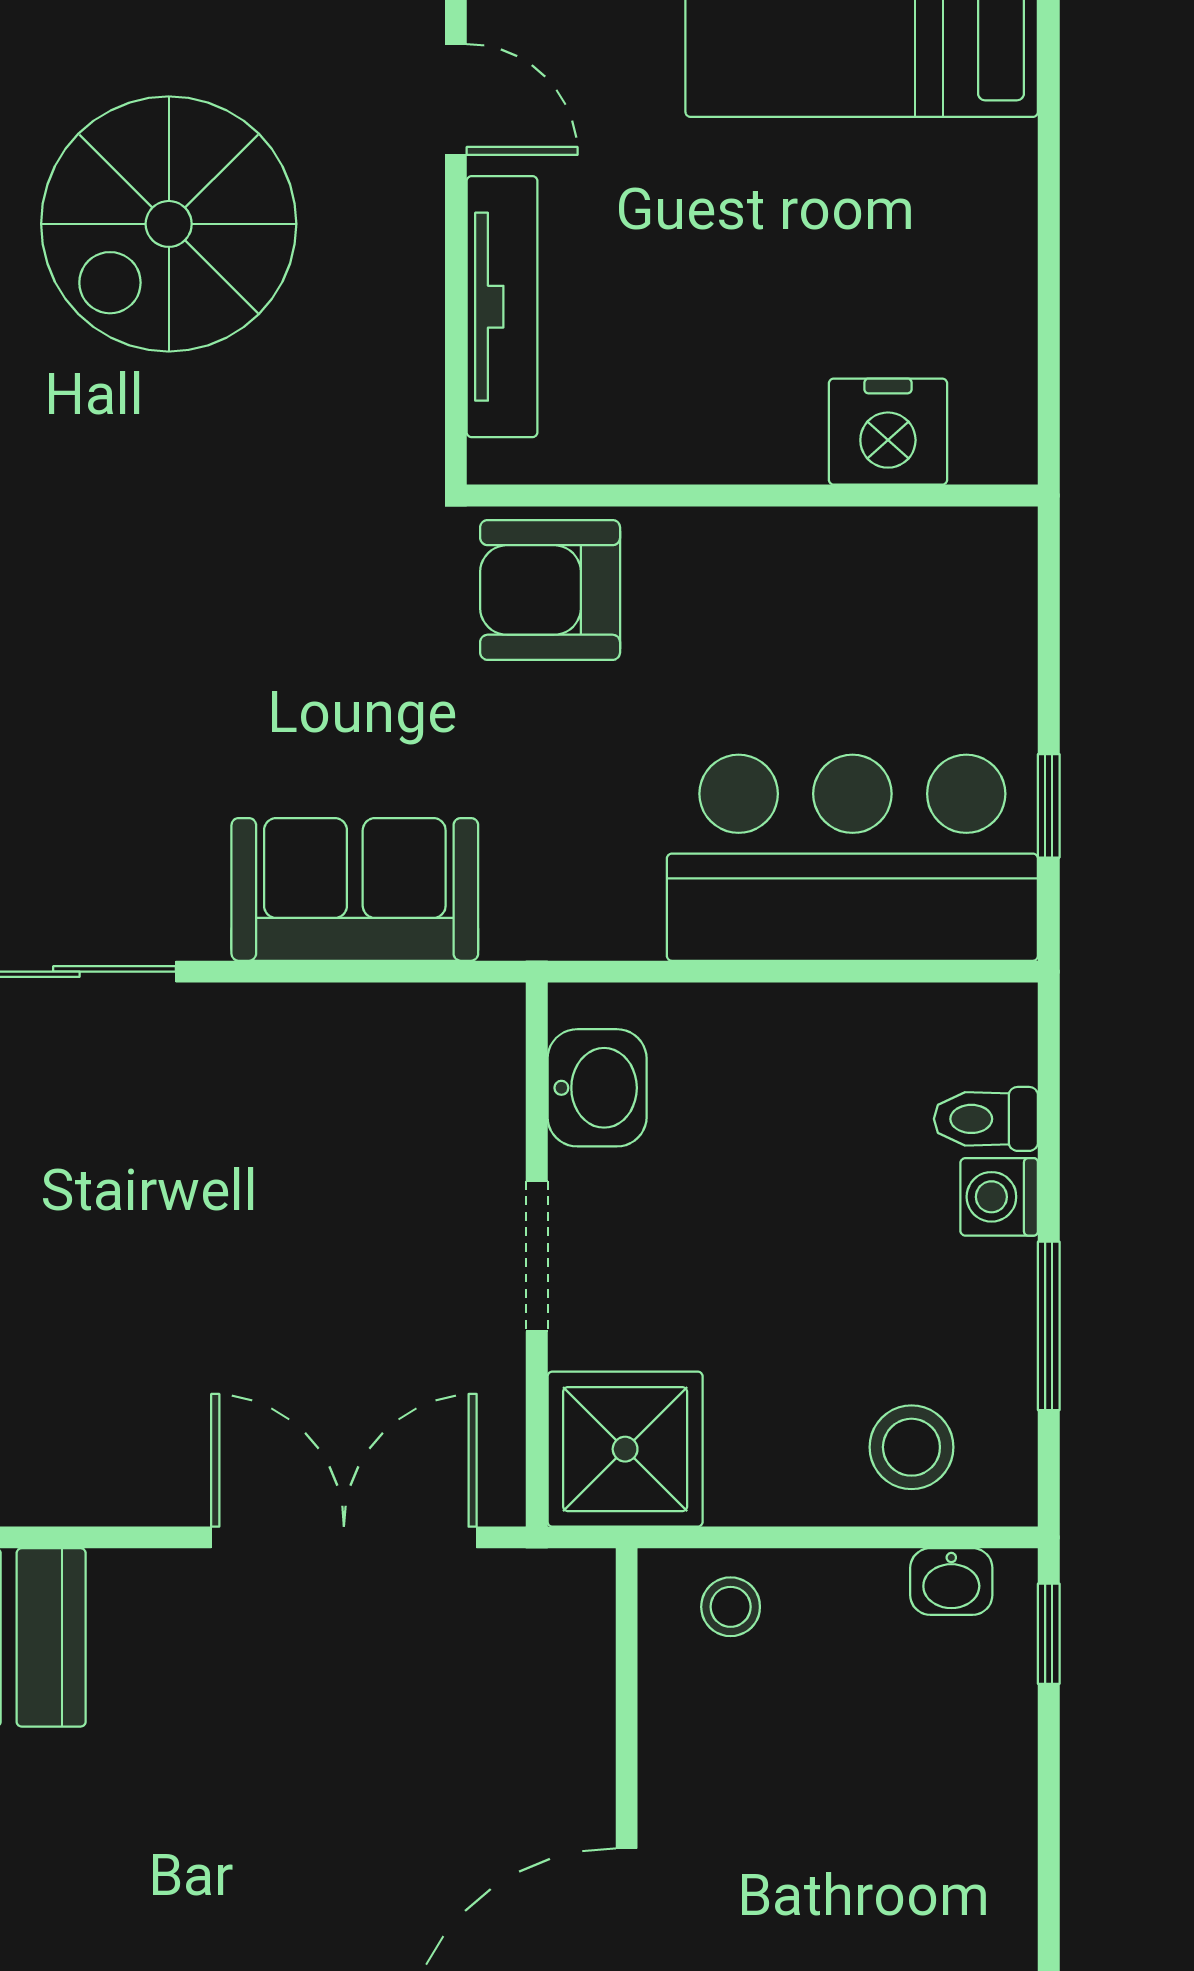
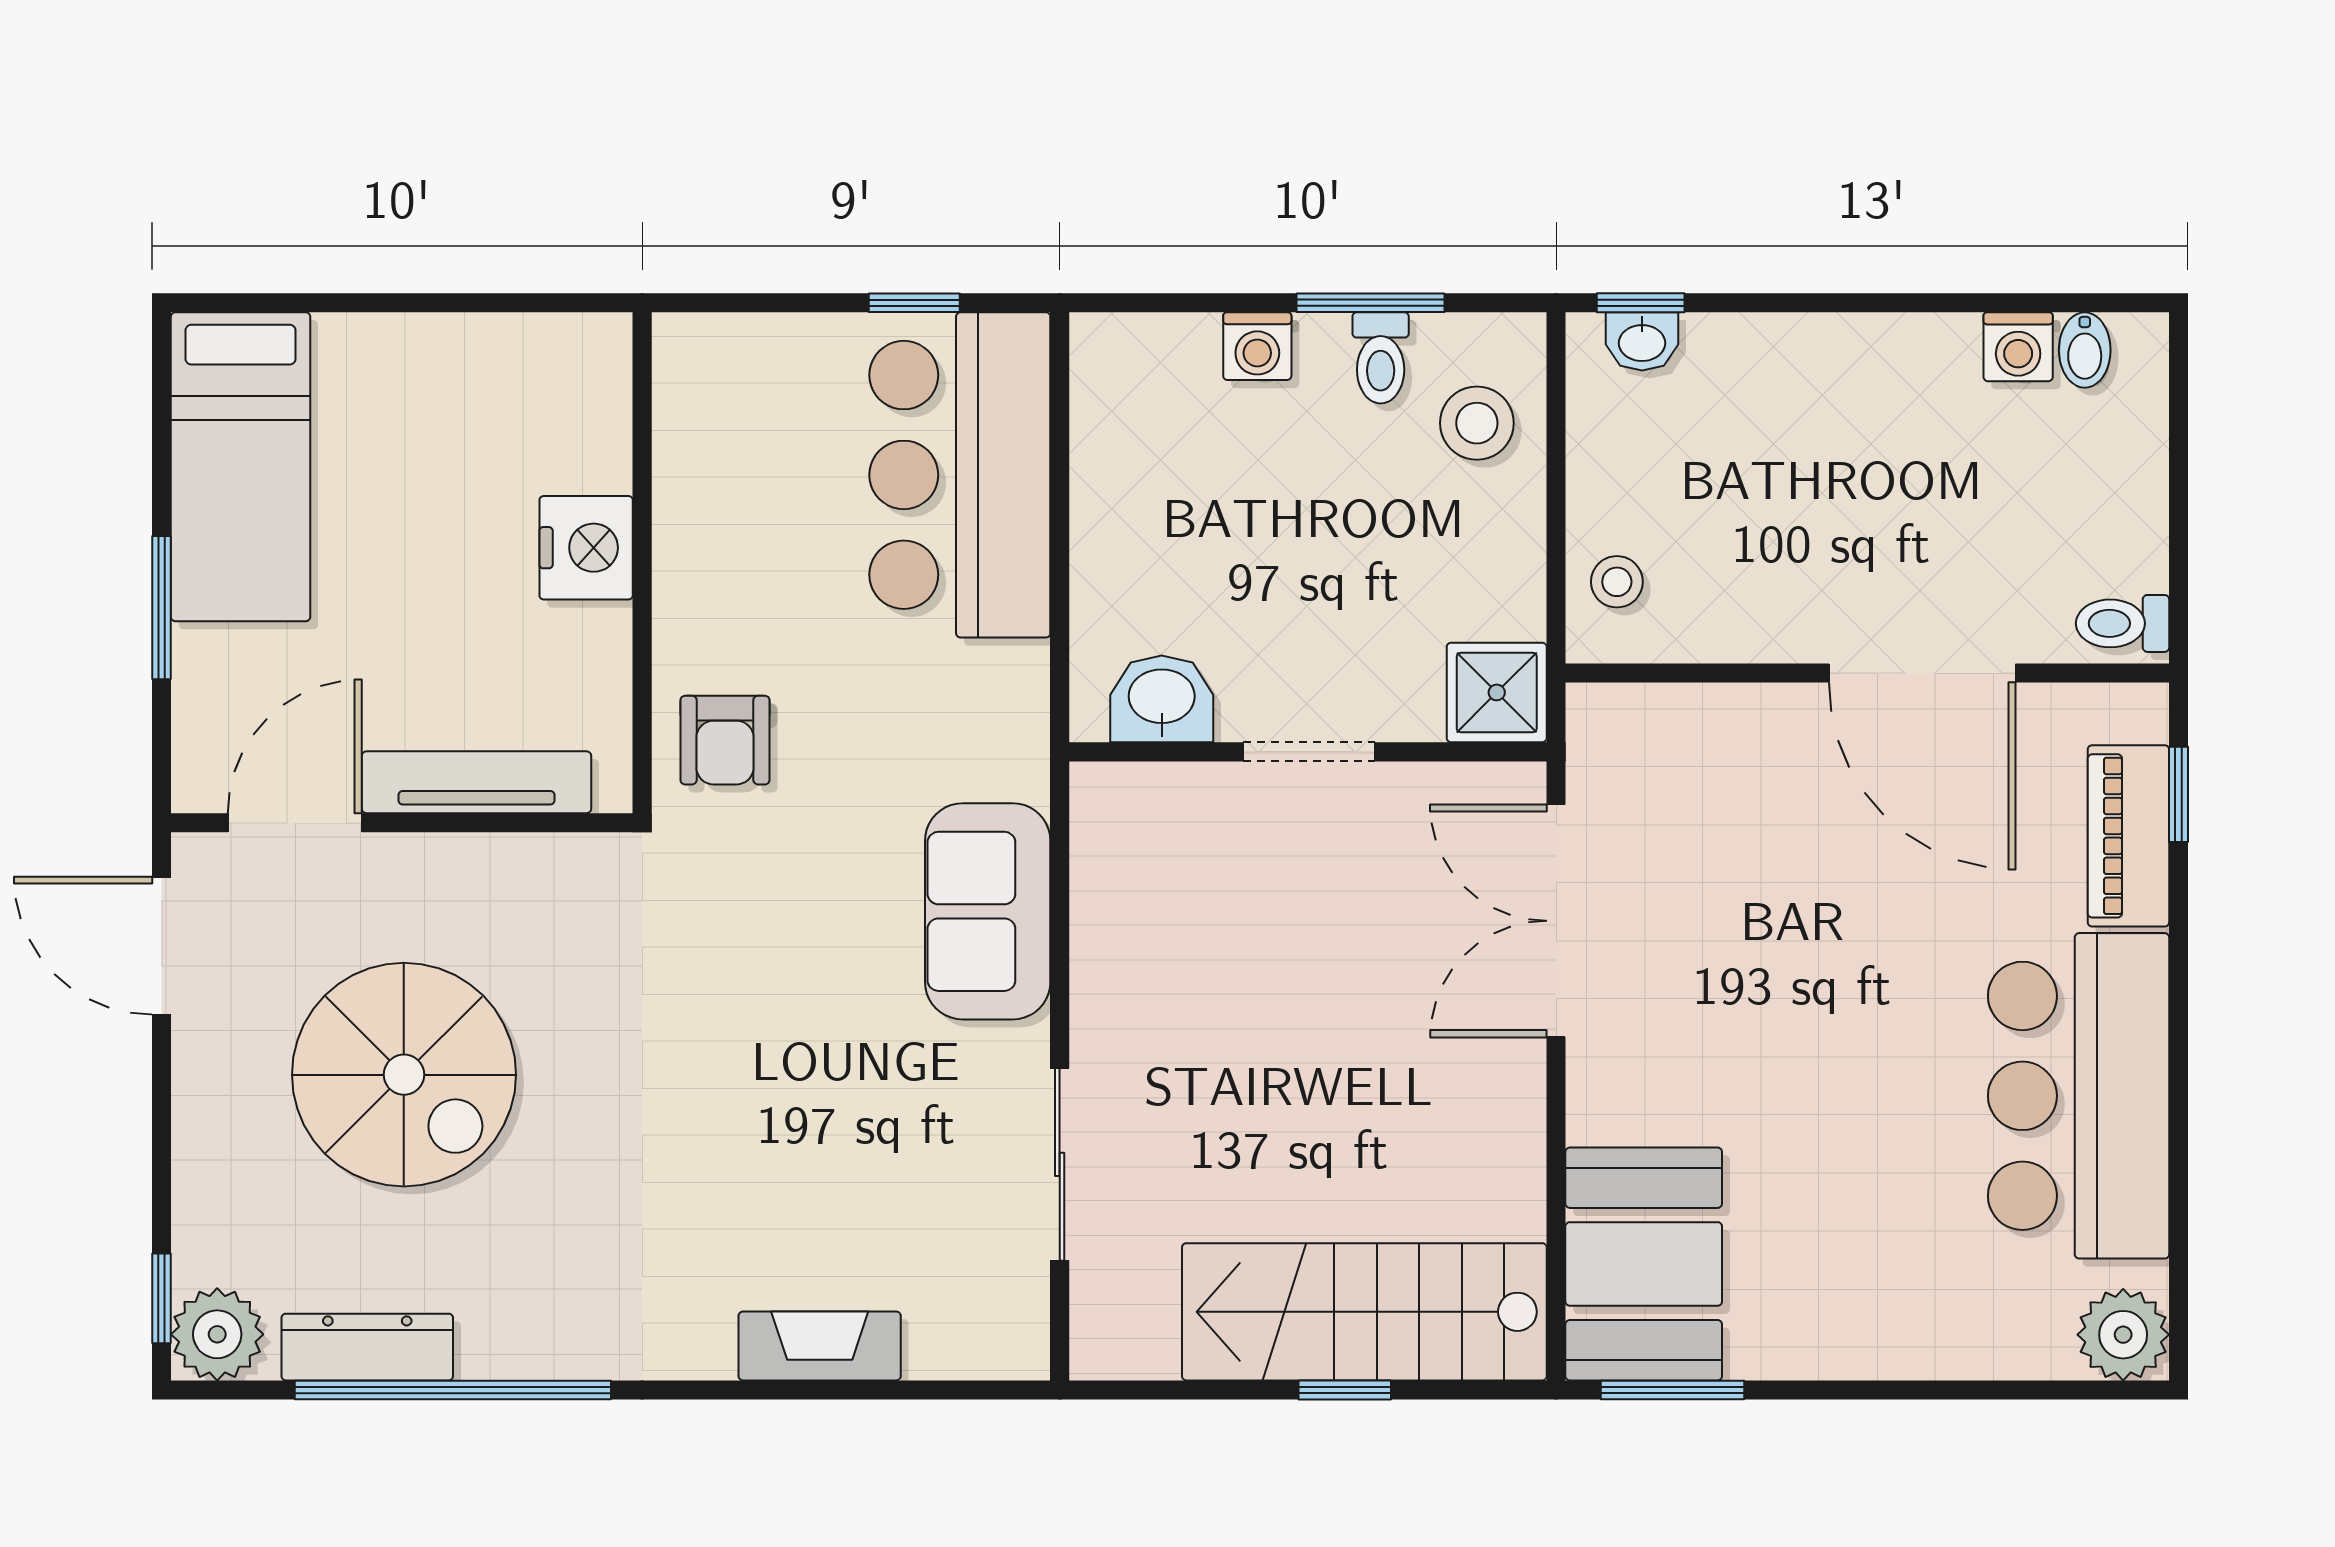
door: (456, 100) -> (295, 823), width x1.38
nightstand: (888, 432) -> (586, 548), moved
armchair: (550, 590) -> (725, 740), width x0.72, depth x0.72
toilet: (986, 1119) -> (1381, 358), moved
shower: (625, 1449) -> (1497, 692), width x0.73, depth x0.73
washbasin: (951, 1581) -> (1642, 341), moved, turned 90

